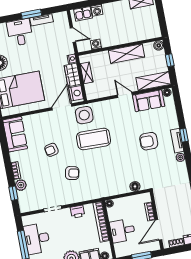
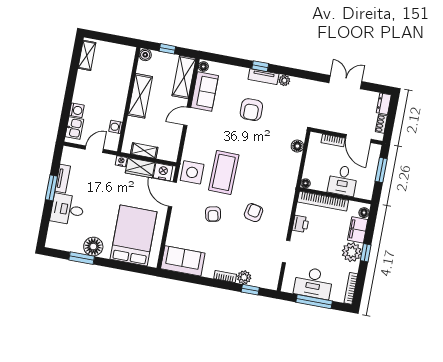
armchair: (51, 150) -> (213, 214), moved

